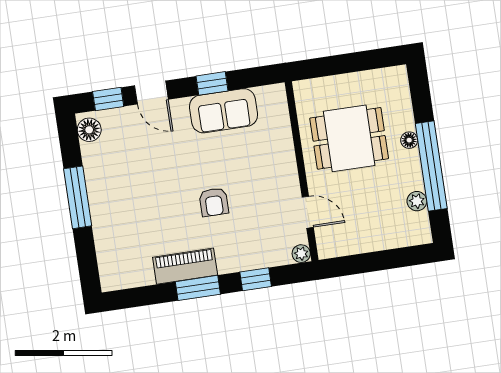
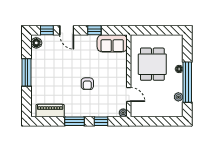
sofa: (224, 111) -> (112, 43), moved
dining table: (349, 138) -> (152, 64), turned 90
piano: (185, 266) -> (50, 110), moved

